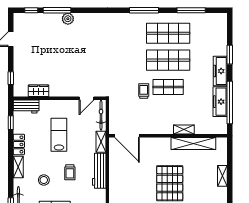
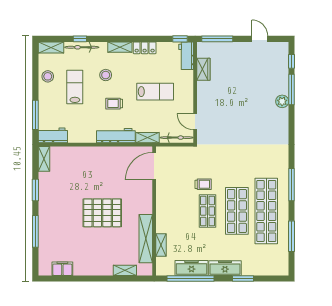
shop shelf: (168, 33) -> (266, 211), width x1.40
window: (11, 78) -> (217, 39), width x2.17
window: (11, 123) -> (180, 39), moved
shelving: (184, 130) -> (161, 245), moved
shelving: (222, 176) -> (125, 270), moved

